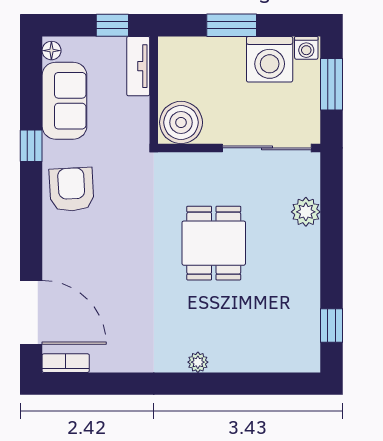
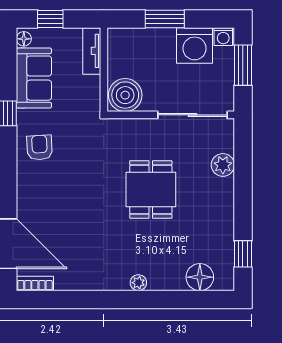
window: (112, 25) -> (50, 19), moved
armchair: (72, 190) -> (40, 148), width x0.72, depth x0.72
floor lamp: (276, 355) -> (200, 277), added

